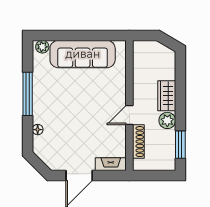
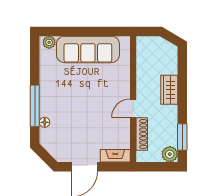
window: (28, 94) -> (35, 106), moved
plant: (167, 120) -> (170, 154), moved

